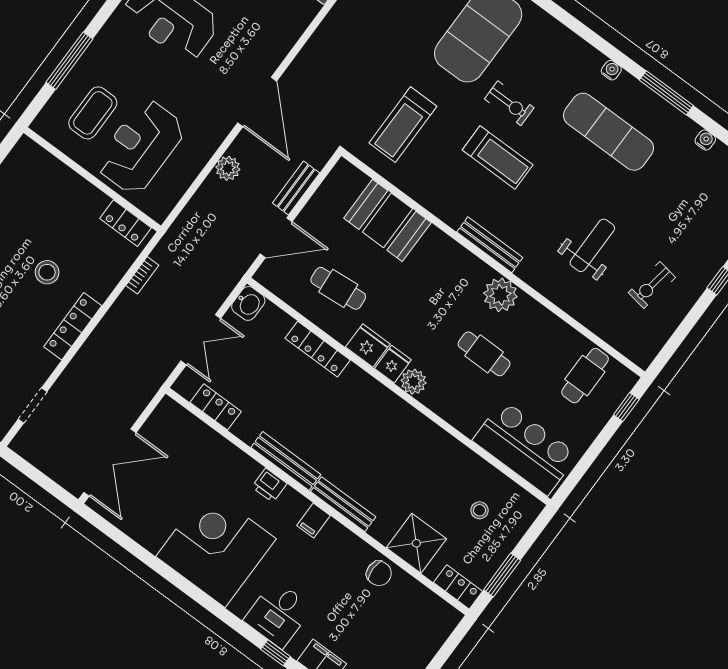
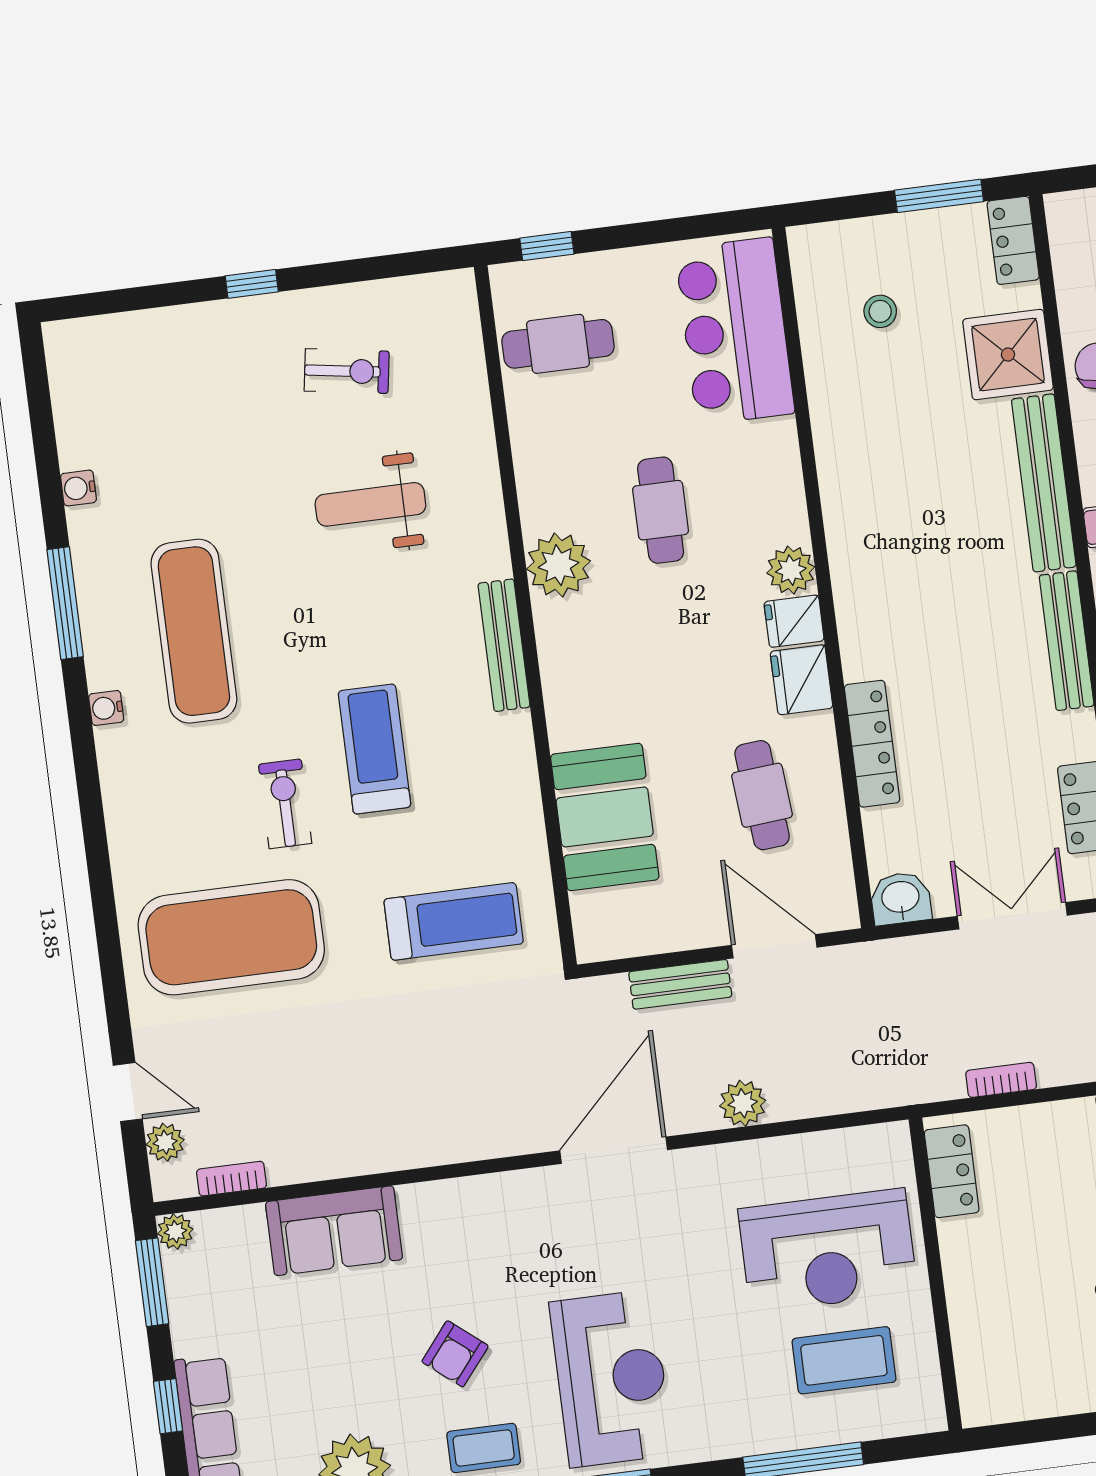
bench: (343, 504) -> (1044, 483), width x1.37, depth x1.21

